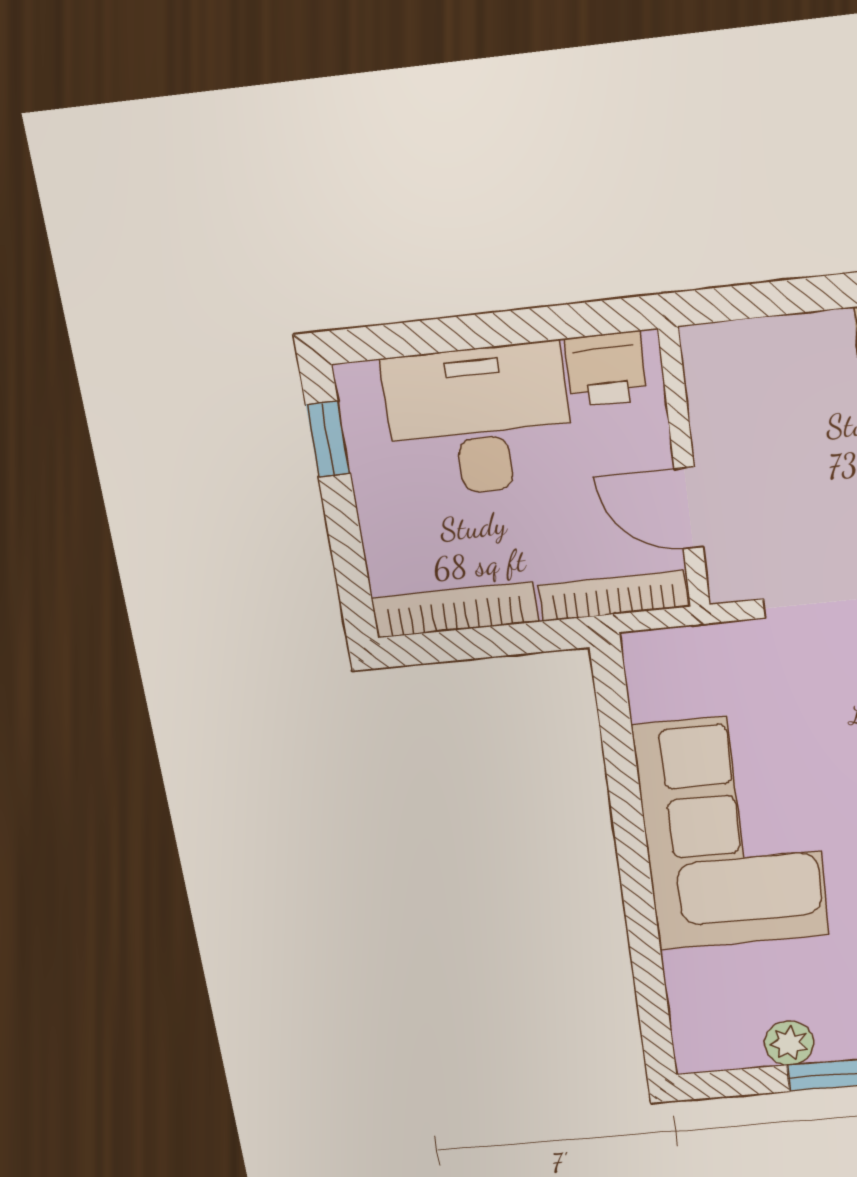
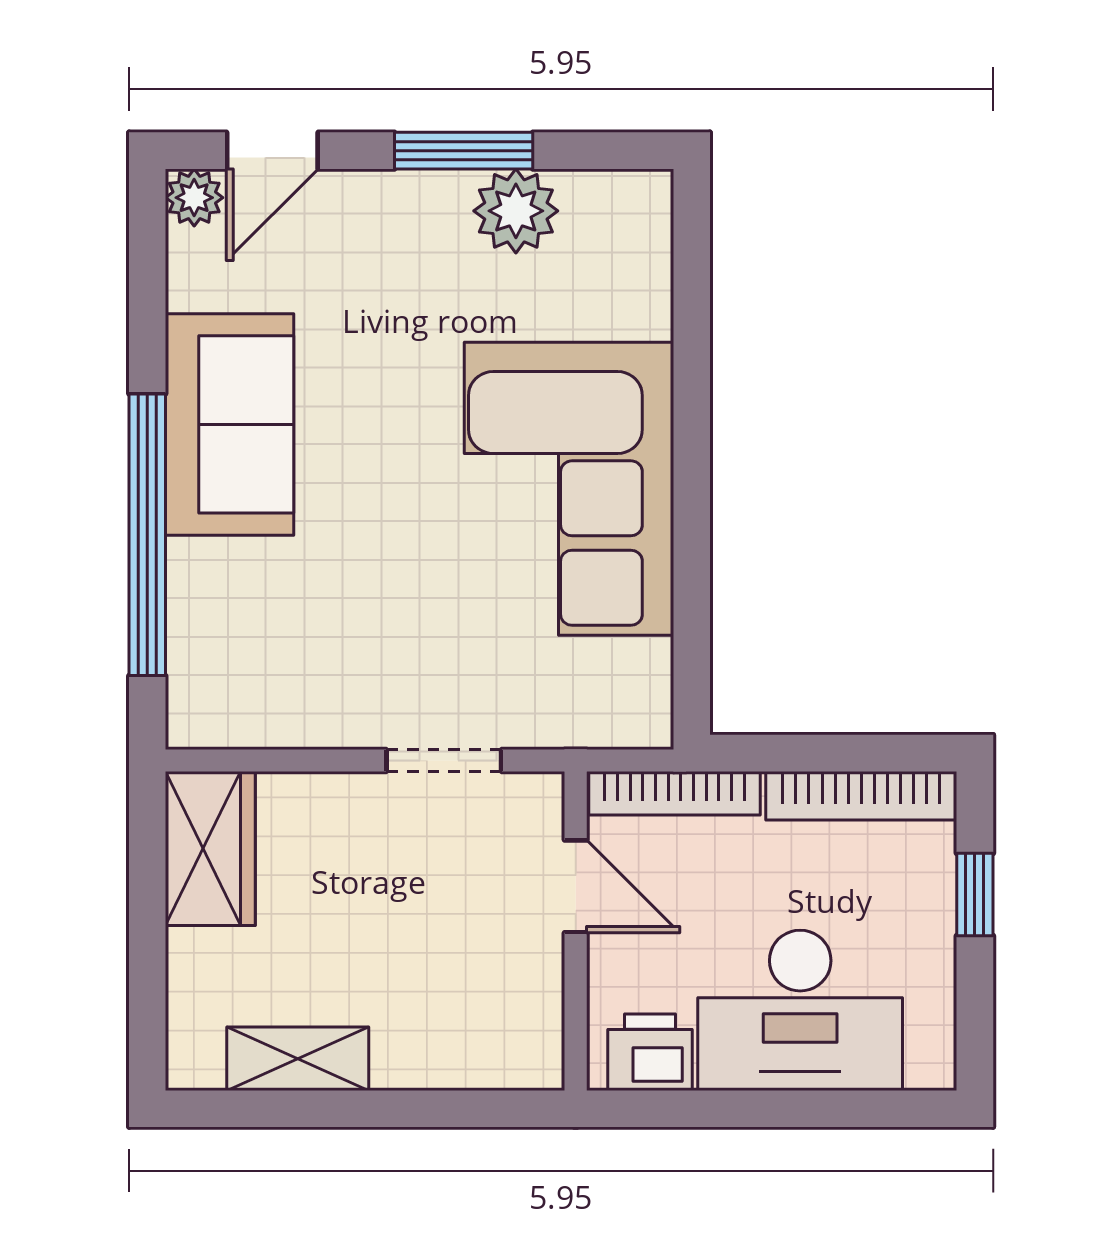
window: (328, 439) -> (975, 894), moved
plant: (789, 1043) -> (516, 211), width x1.38, depth x1.38

